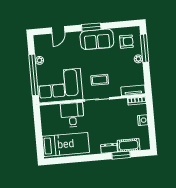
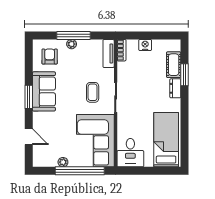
window: (145, 48) -> (73, 35), moved
desk: (72, 115) -> (130, 153), moved, turned -90

